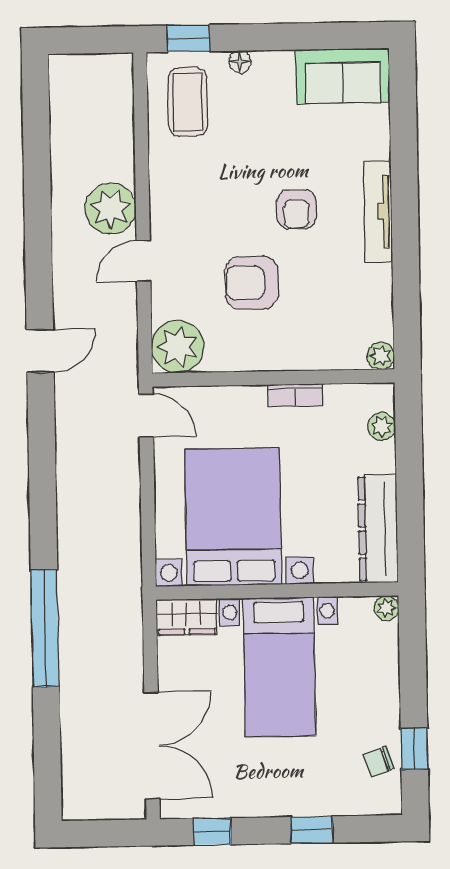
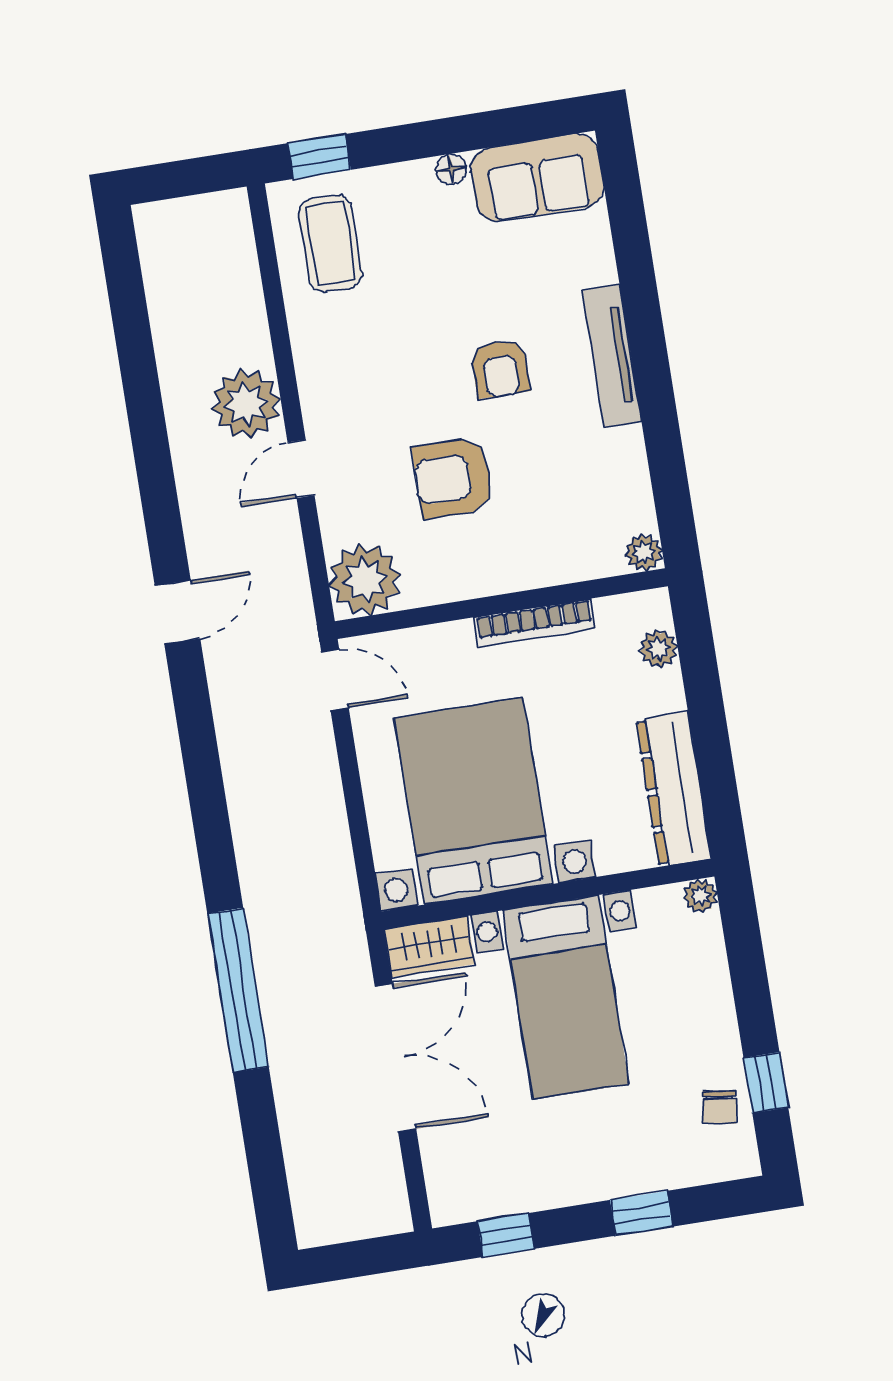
floor lamp: (240, 62) -> (451, 169), moved
bookcase: (295, 395) -> (535, 623), width x1.56
double door: (152, 745) -> (395, 1058), moved
chair: (378, 762) -> (719, 1107), turned -62

